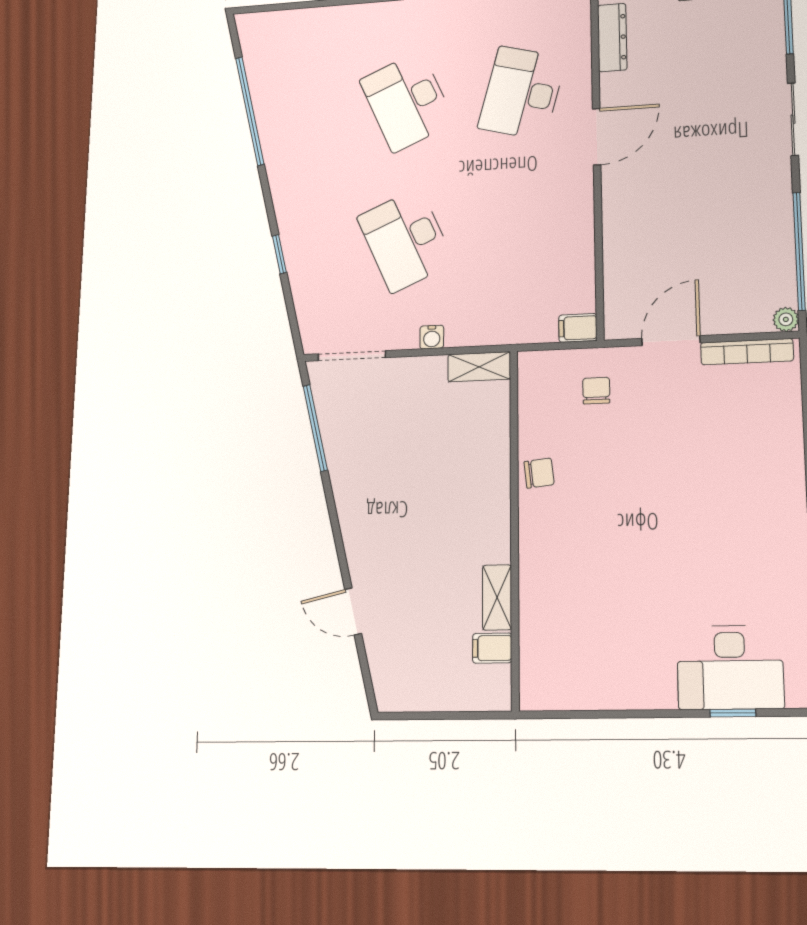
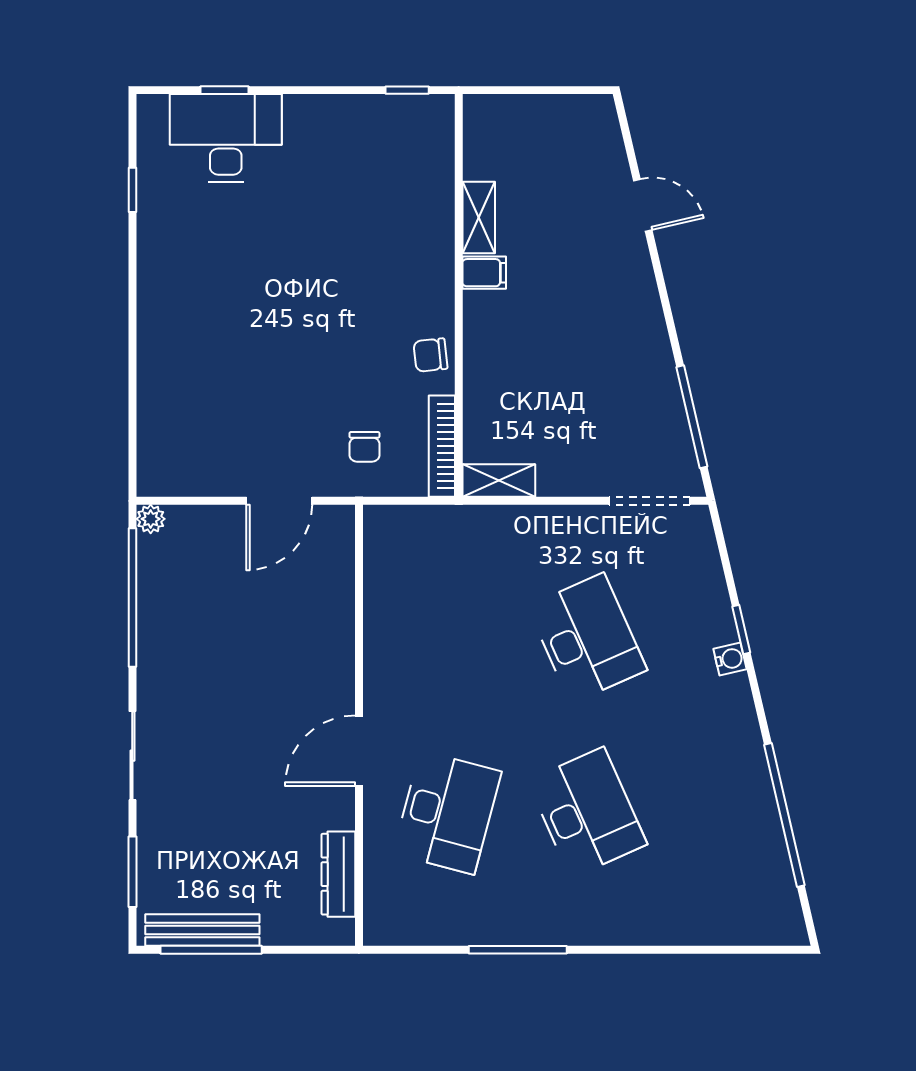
filing cabinet: (578, 328) -> (384, 521), removed
water cooler: (432, 337) -> (730, 659), moved, turned 77
bookcase: (747, 352) -> (442, 446), moved, turned -90
filing cabinet: (492, 648) -> (484, 273), moved
window: (562, 714) -> (407, 90), added

